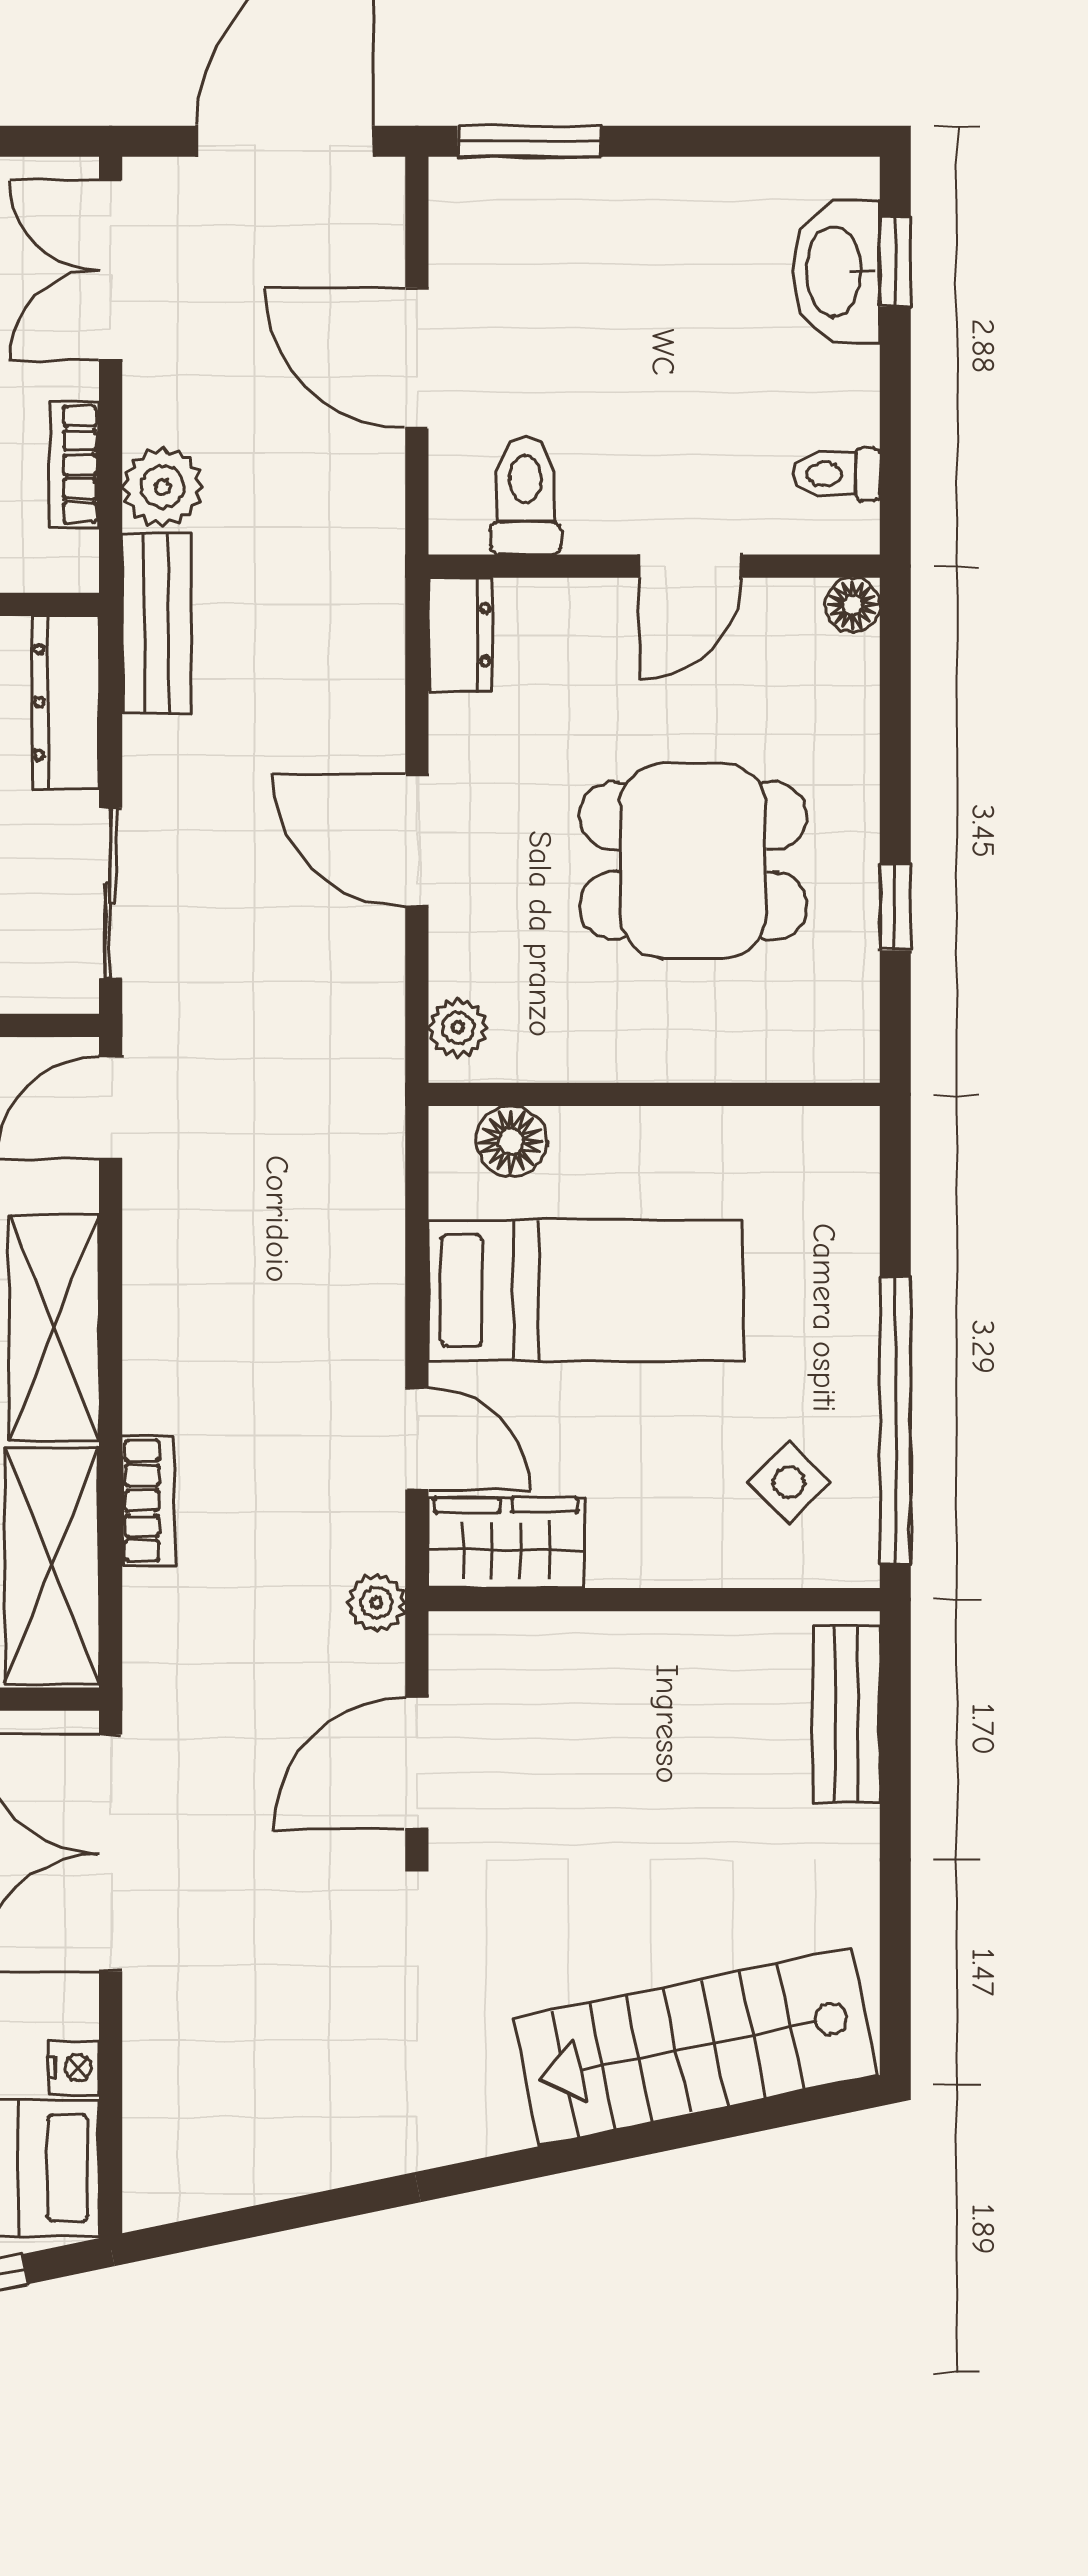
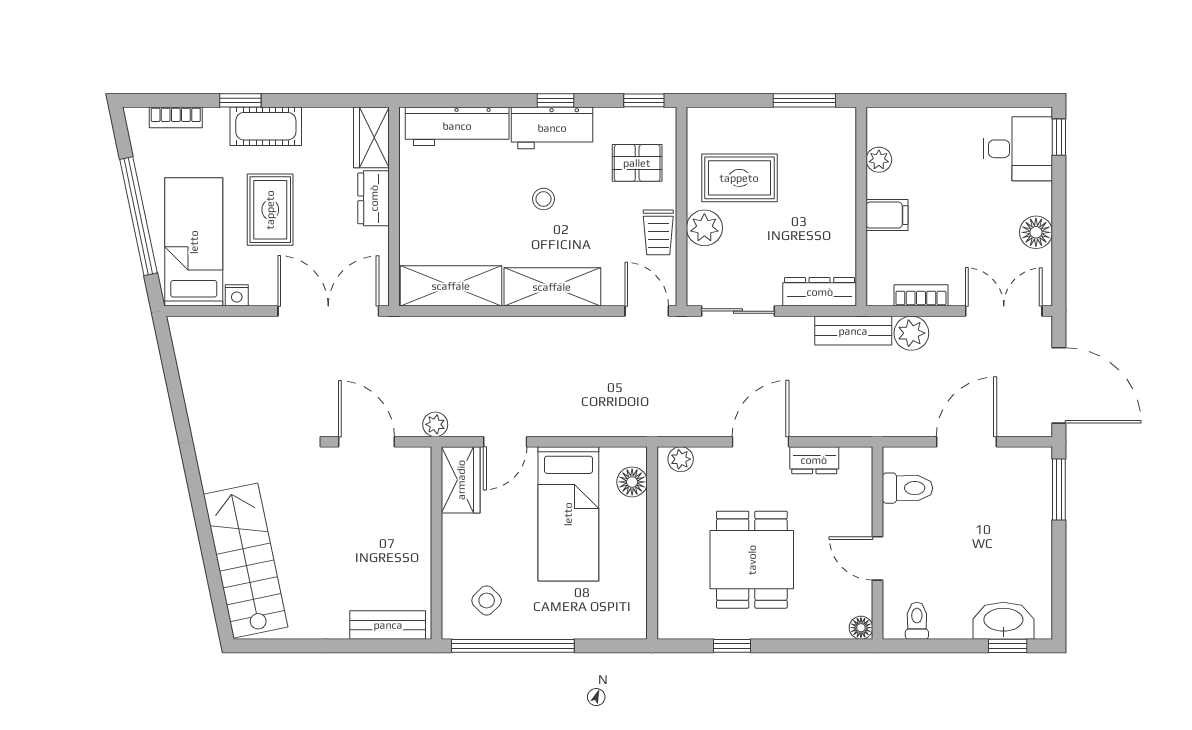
dresser: (460, 635) -> (814, 460), moved
bookcase: (148, 1501) -> (479, 327), removed

